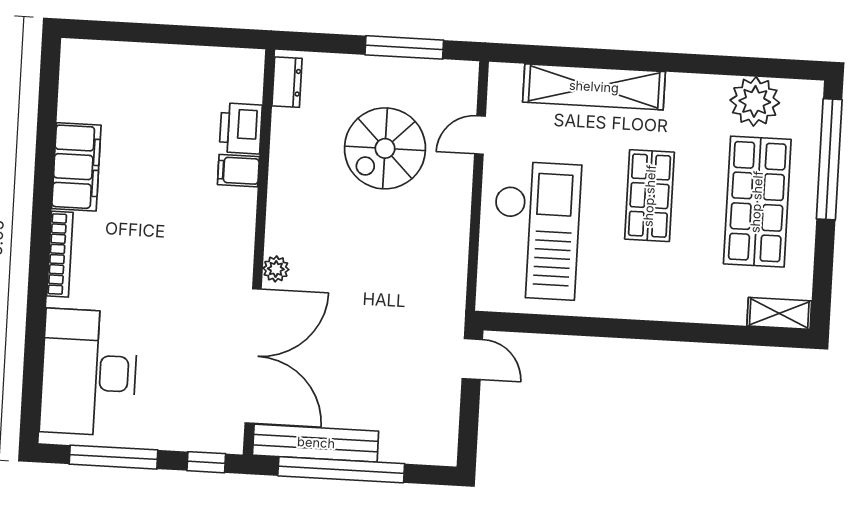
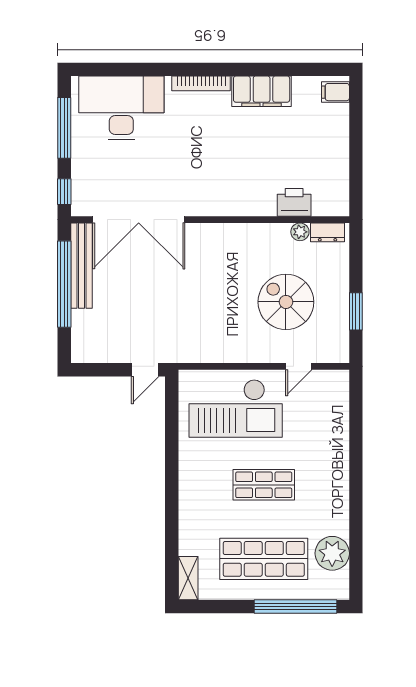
window: (404, 47) -> (356, 311), width x0.69
shelving: (594, 87) -> (336, 443), removed
door: (480, 135) -> (299, 366), swing flipped
filing cabinet: (238, 171) -> (335, 92), moved, turned -90
plant: (276, 269) -> (300, 232), moved

